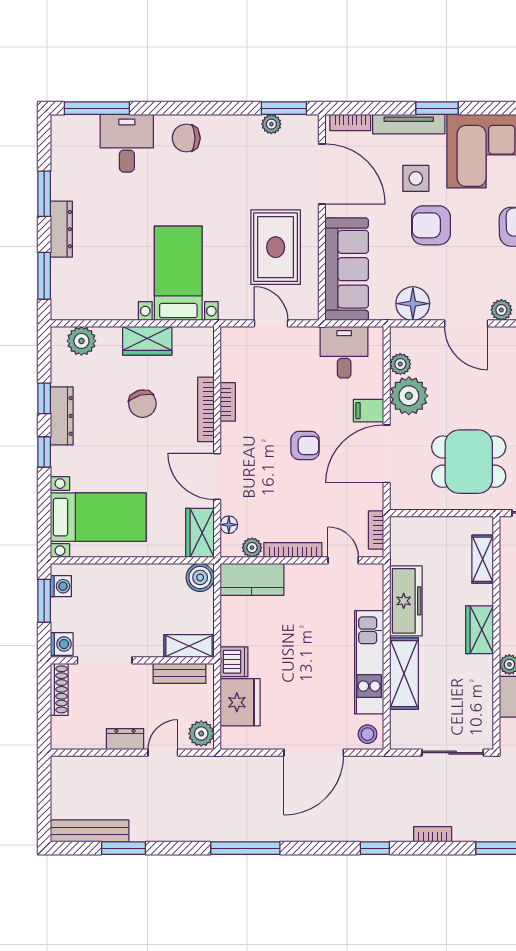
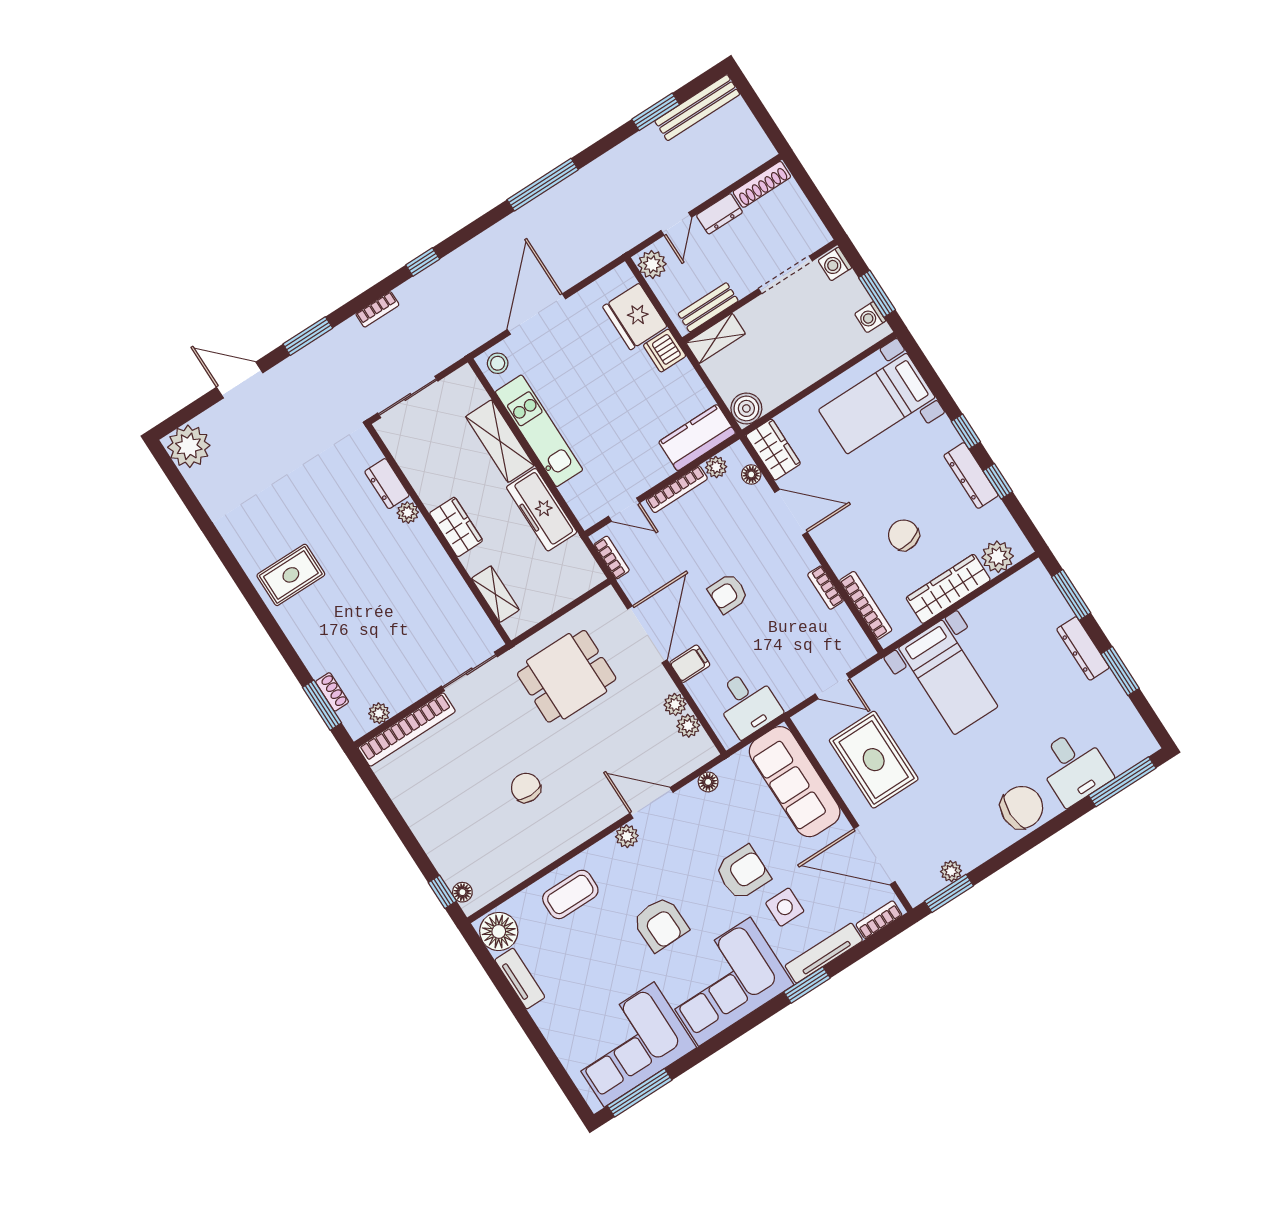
chair: (186, 138) -> (1022, 807), width x1.37, depth x1.37
floor lamp: (413, 304) -> (708, 782), width x0.53, depth x0.53
wardrobe: (147, 341) -> (948, 589), width x1.50
plant: (409, 396) -> (675, 704), width x0.53, depth x0.53
bookcase: (206, 409) -> (866, 605), moved
shoe rack: (59, 689) -> (762, 184), moved, turned -90

